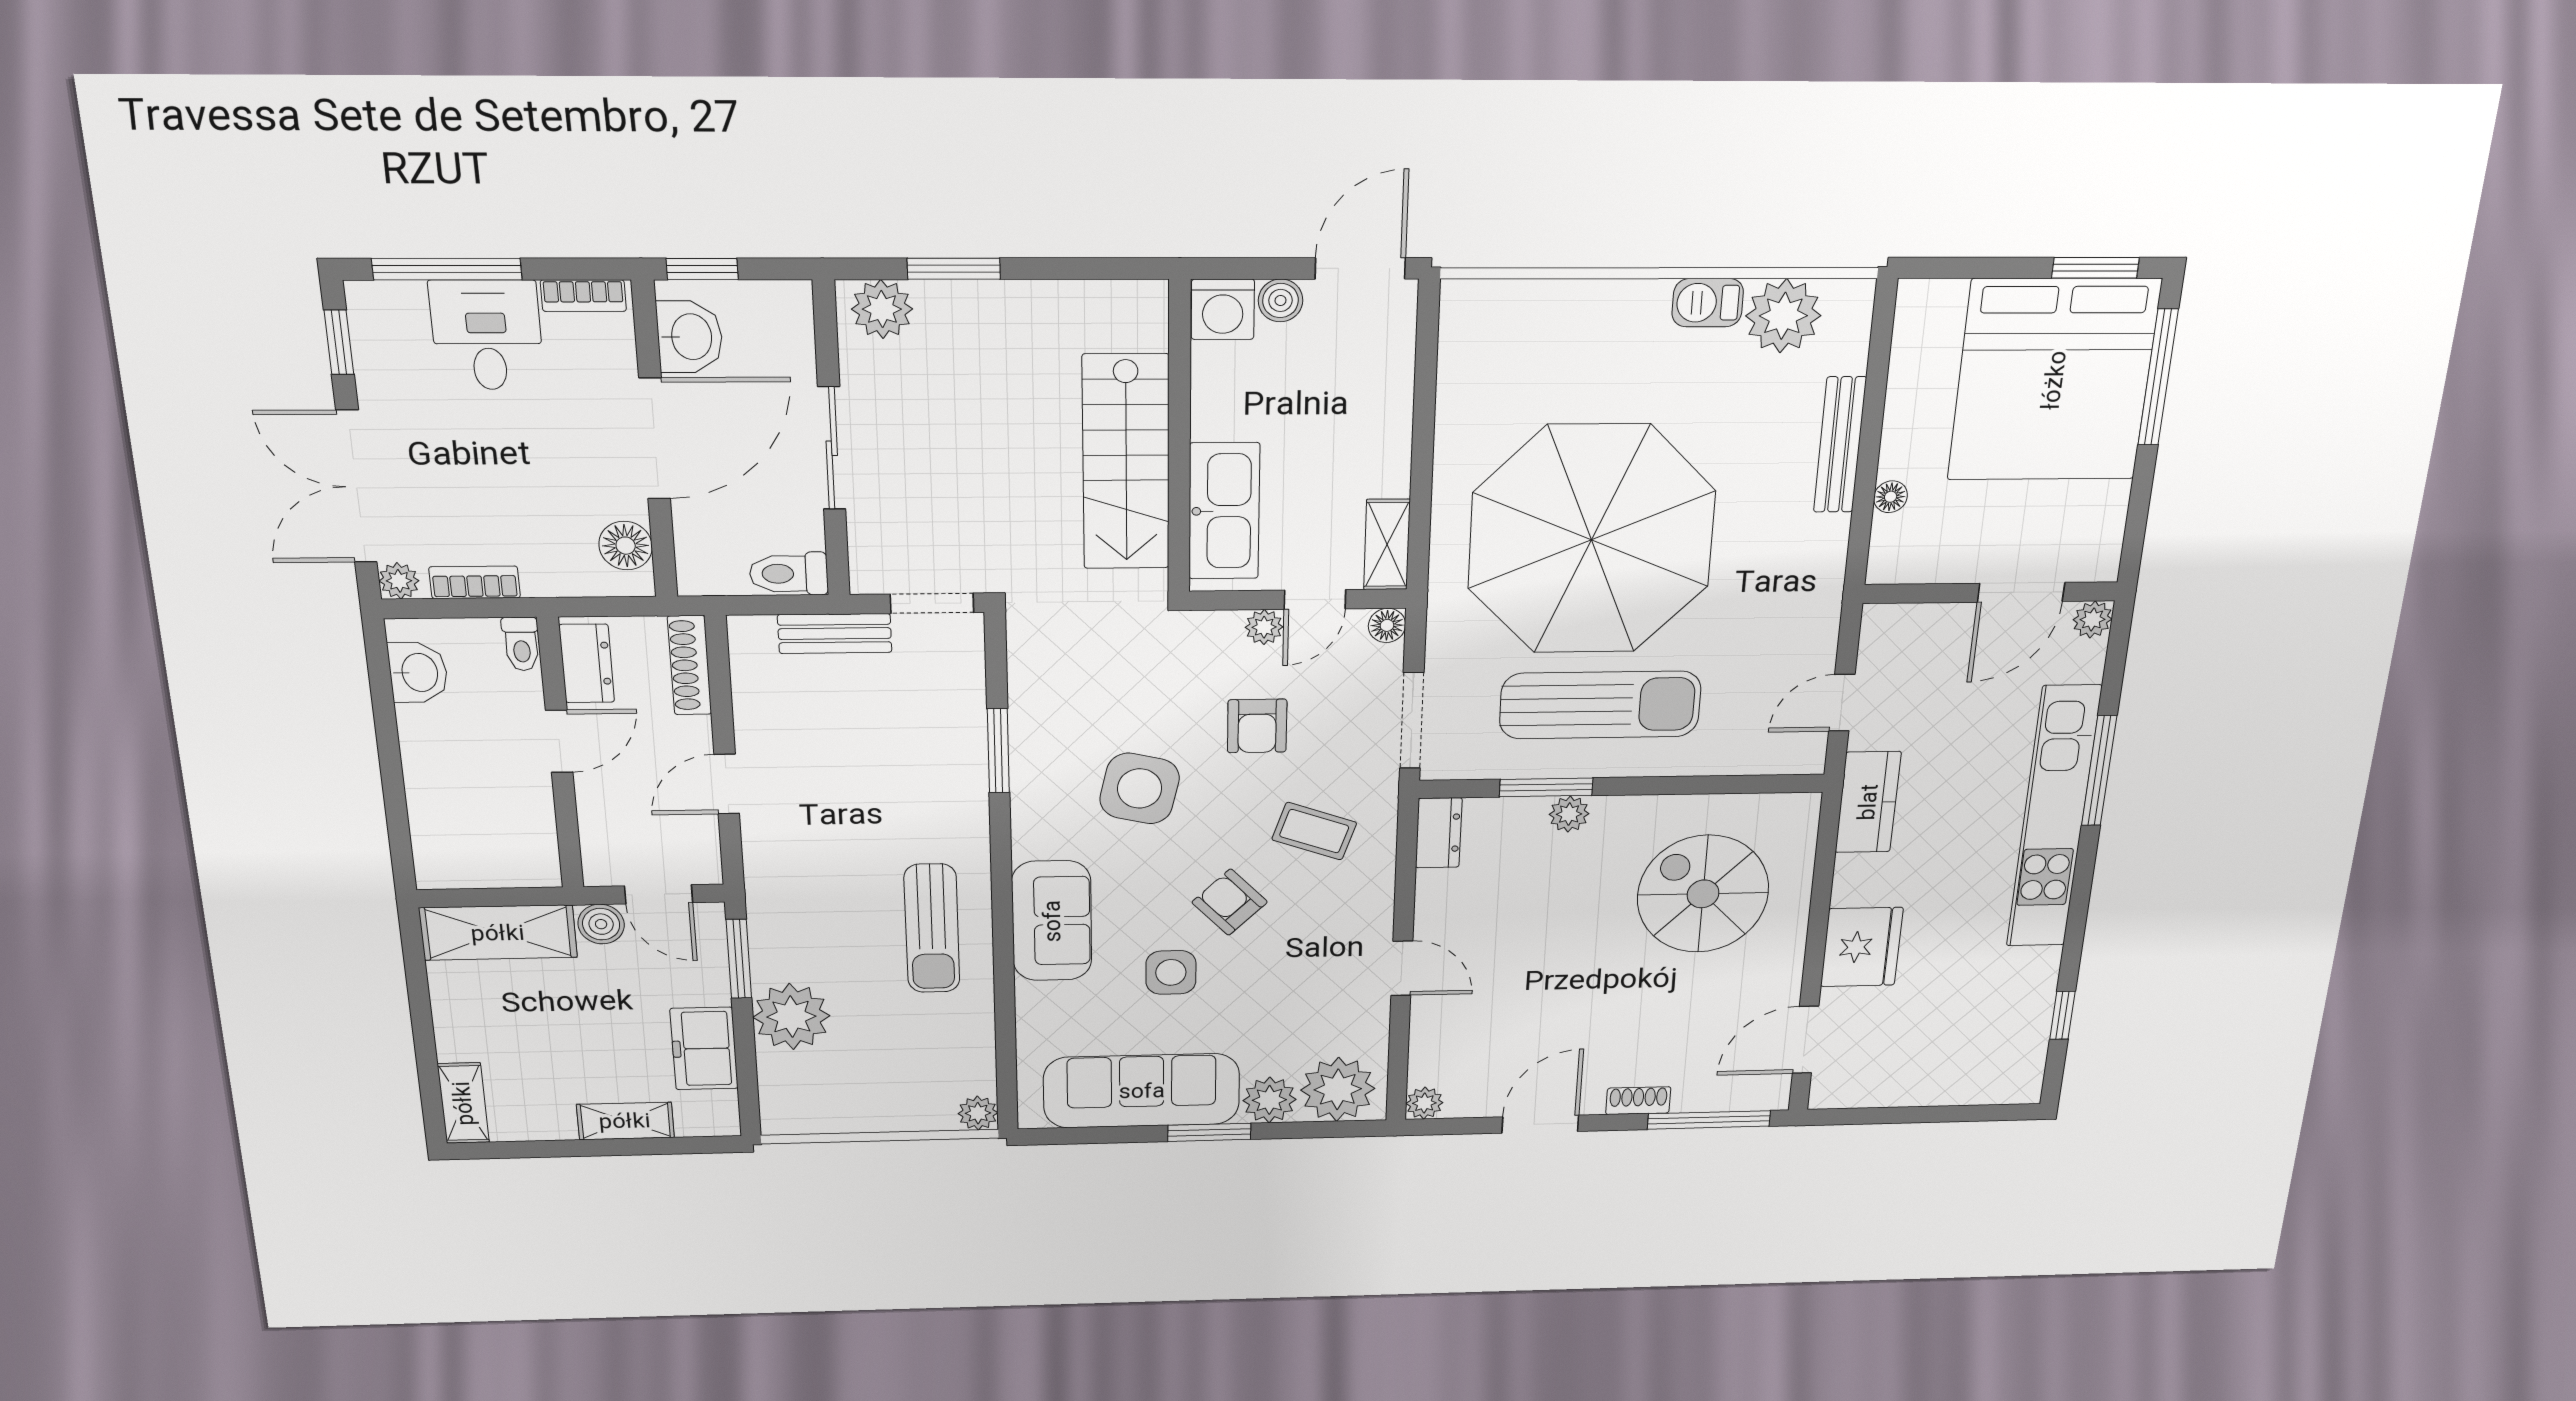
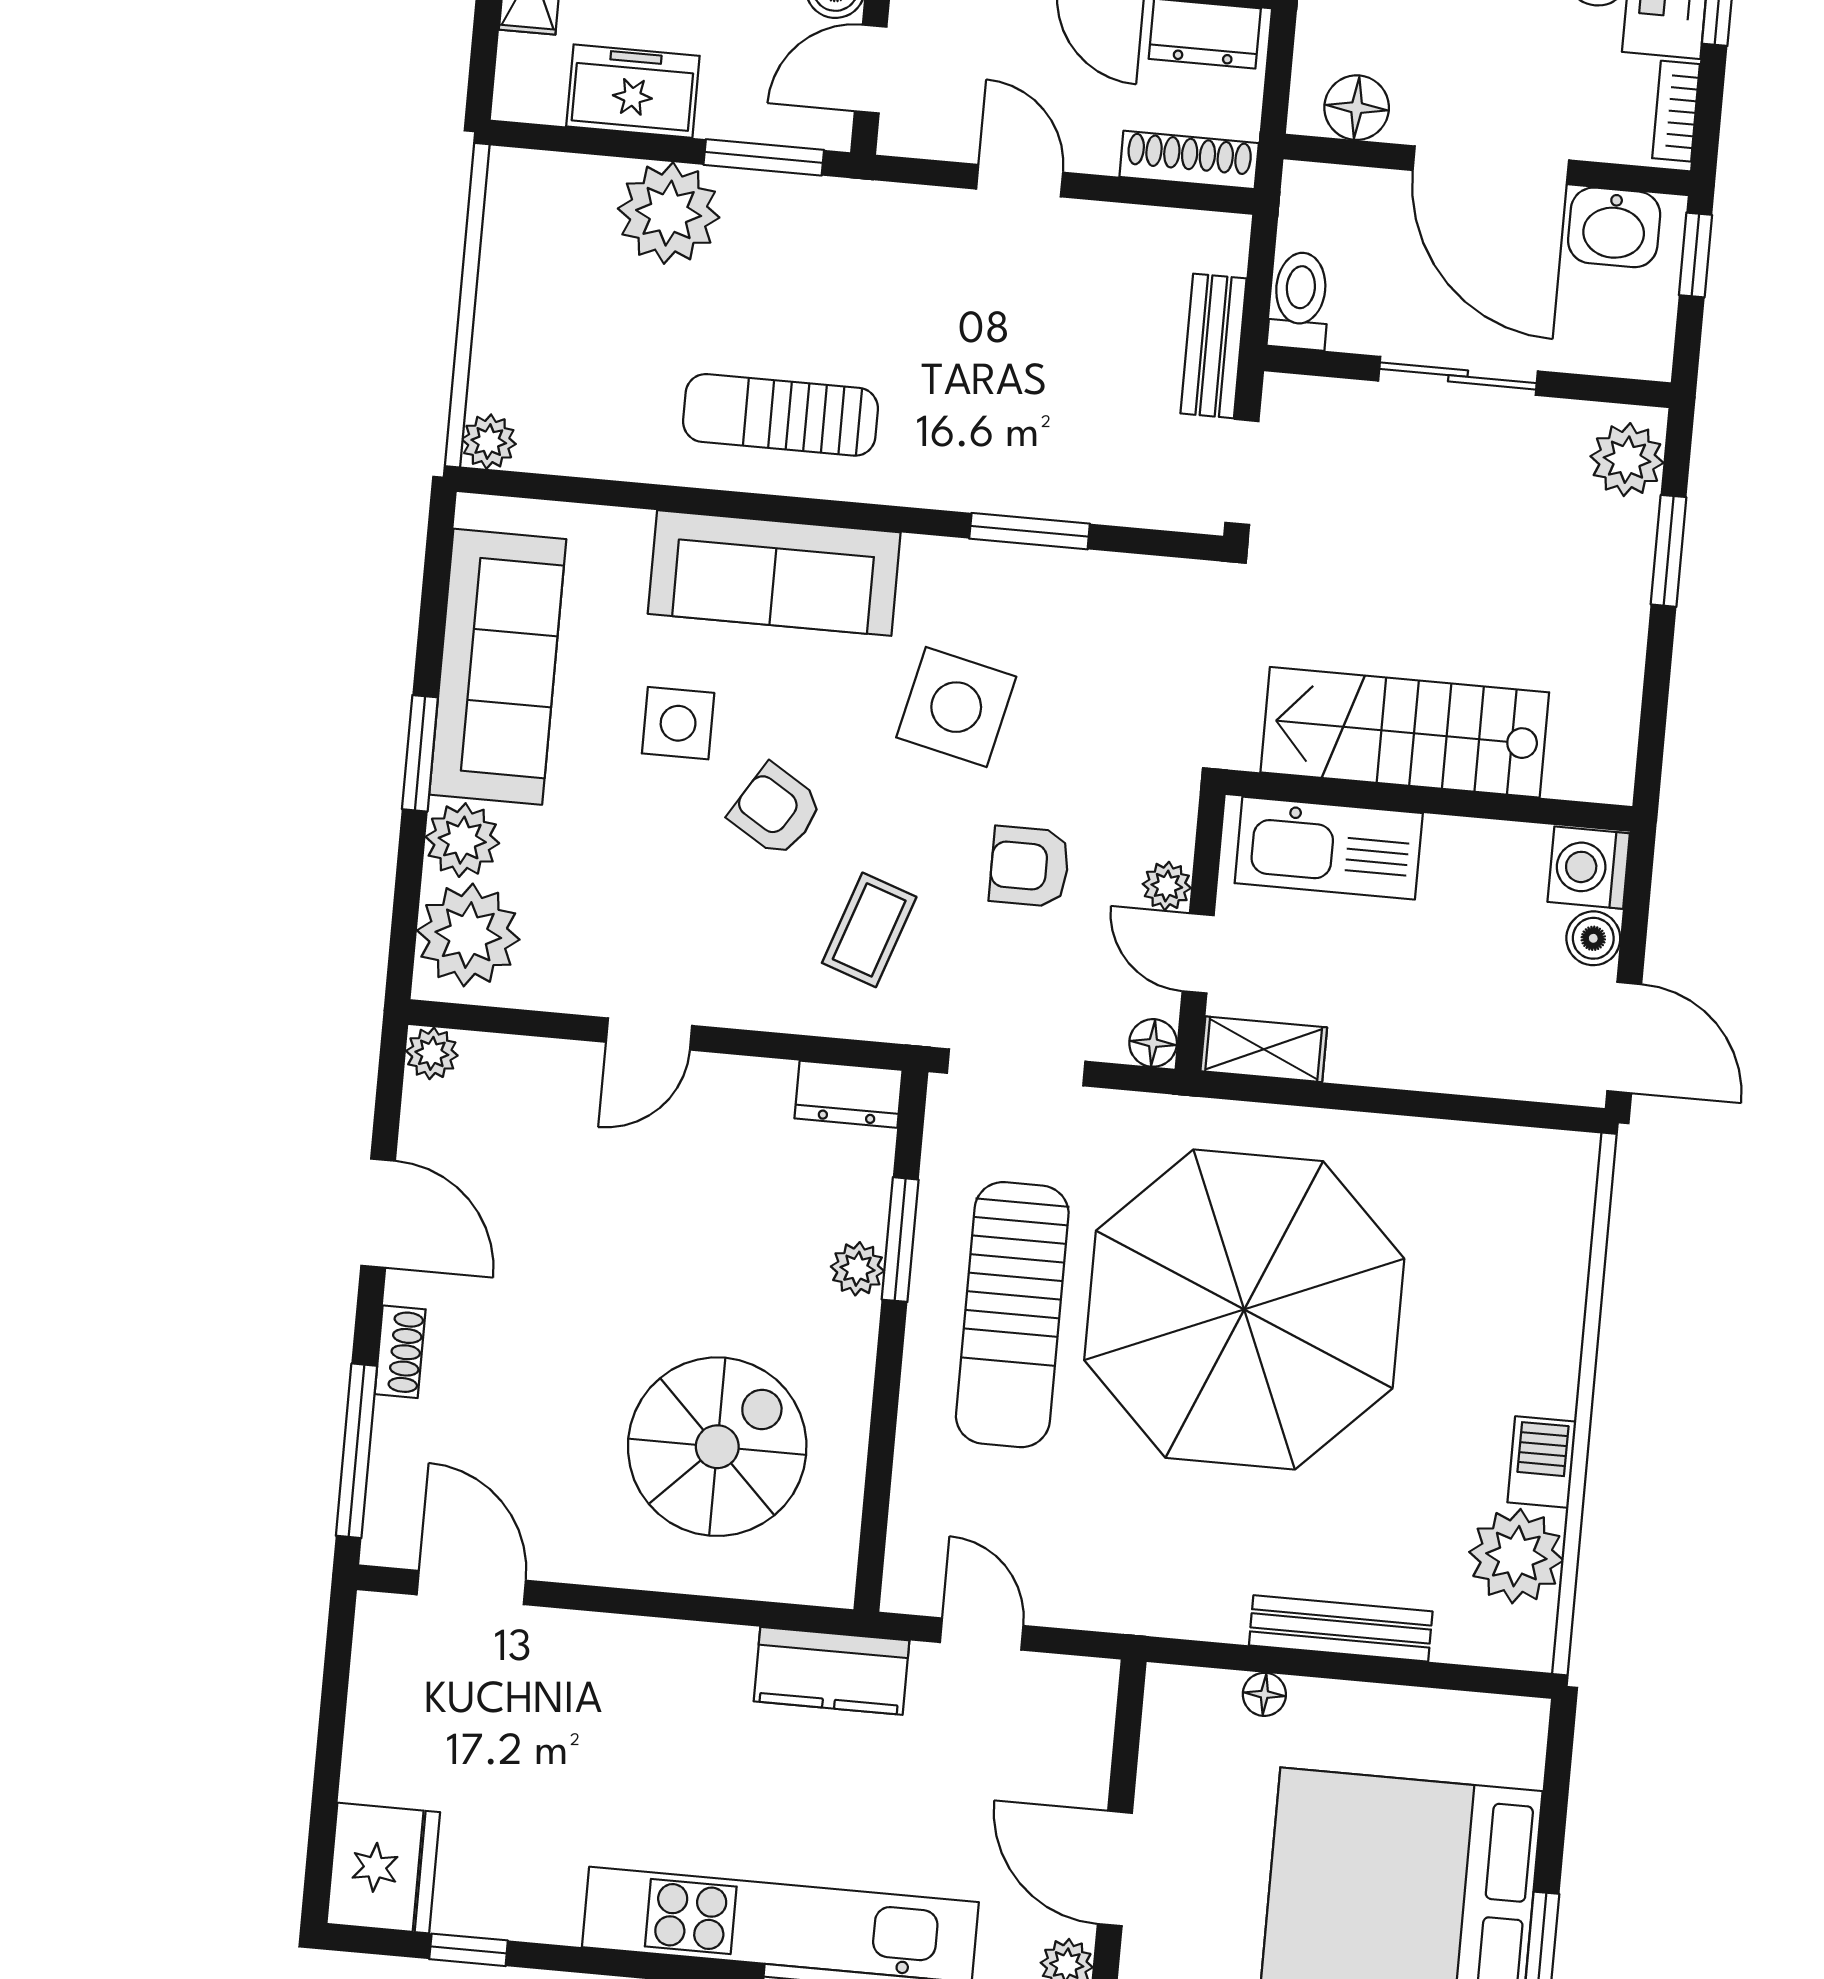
armchair: (1230, 902) -> (776, 810), turned -104
sofa: (1052, 921) -> (774, 573), width x1.36
fridge: (1862, 947) -> (383, 1868), moved, turned -90

